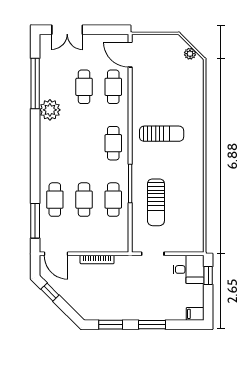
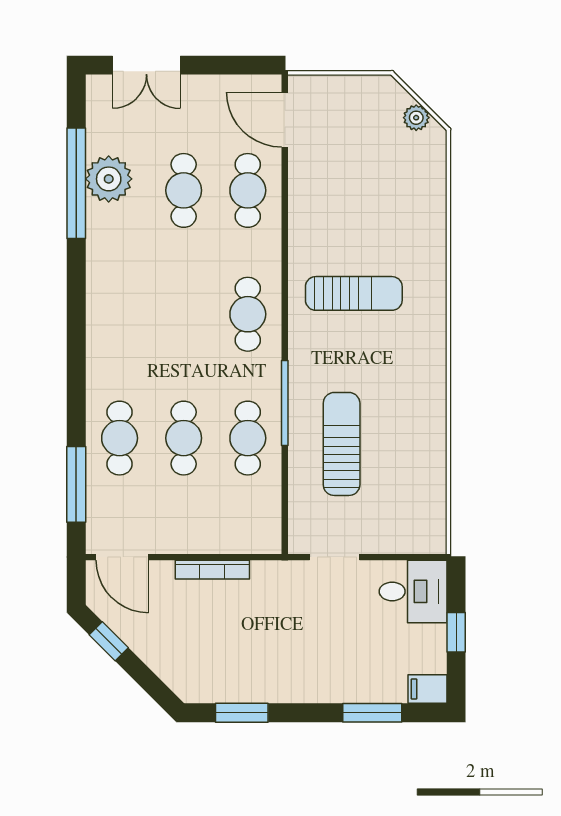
plant: (50, 110) -> (109, 179), moved
sun lounger: (156, 202) -> (342, 444), turned 180
window: (208, 276) -> (456, 632), moved
window: (152, 325) -> (372, 713), moved

